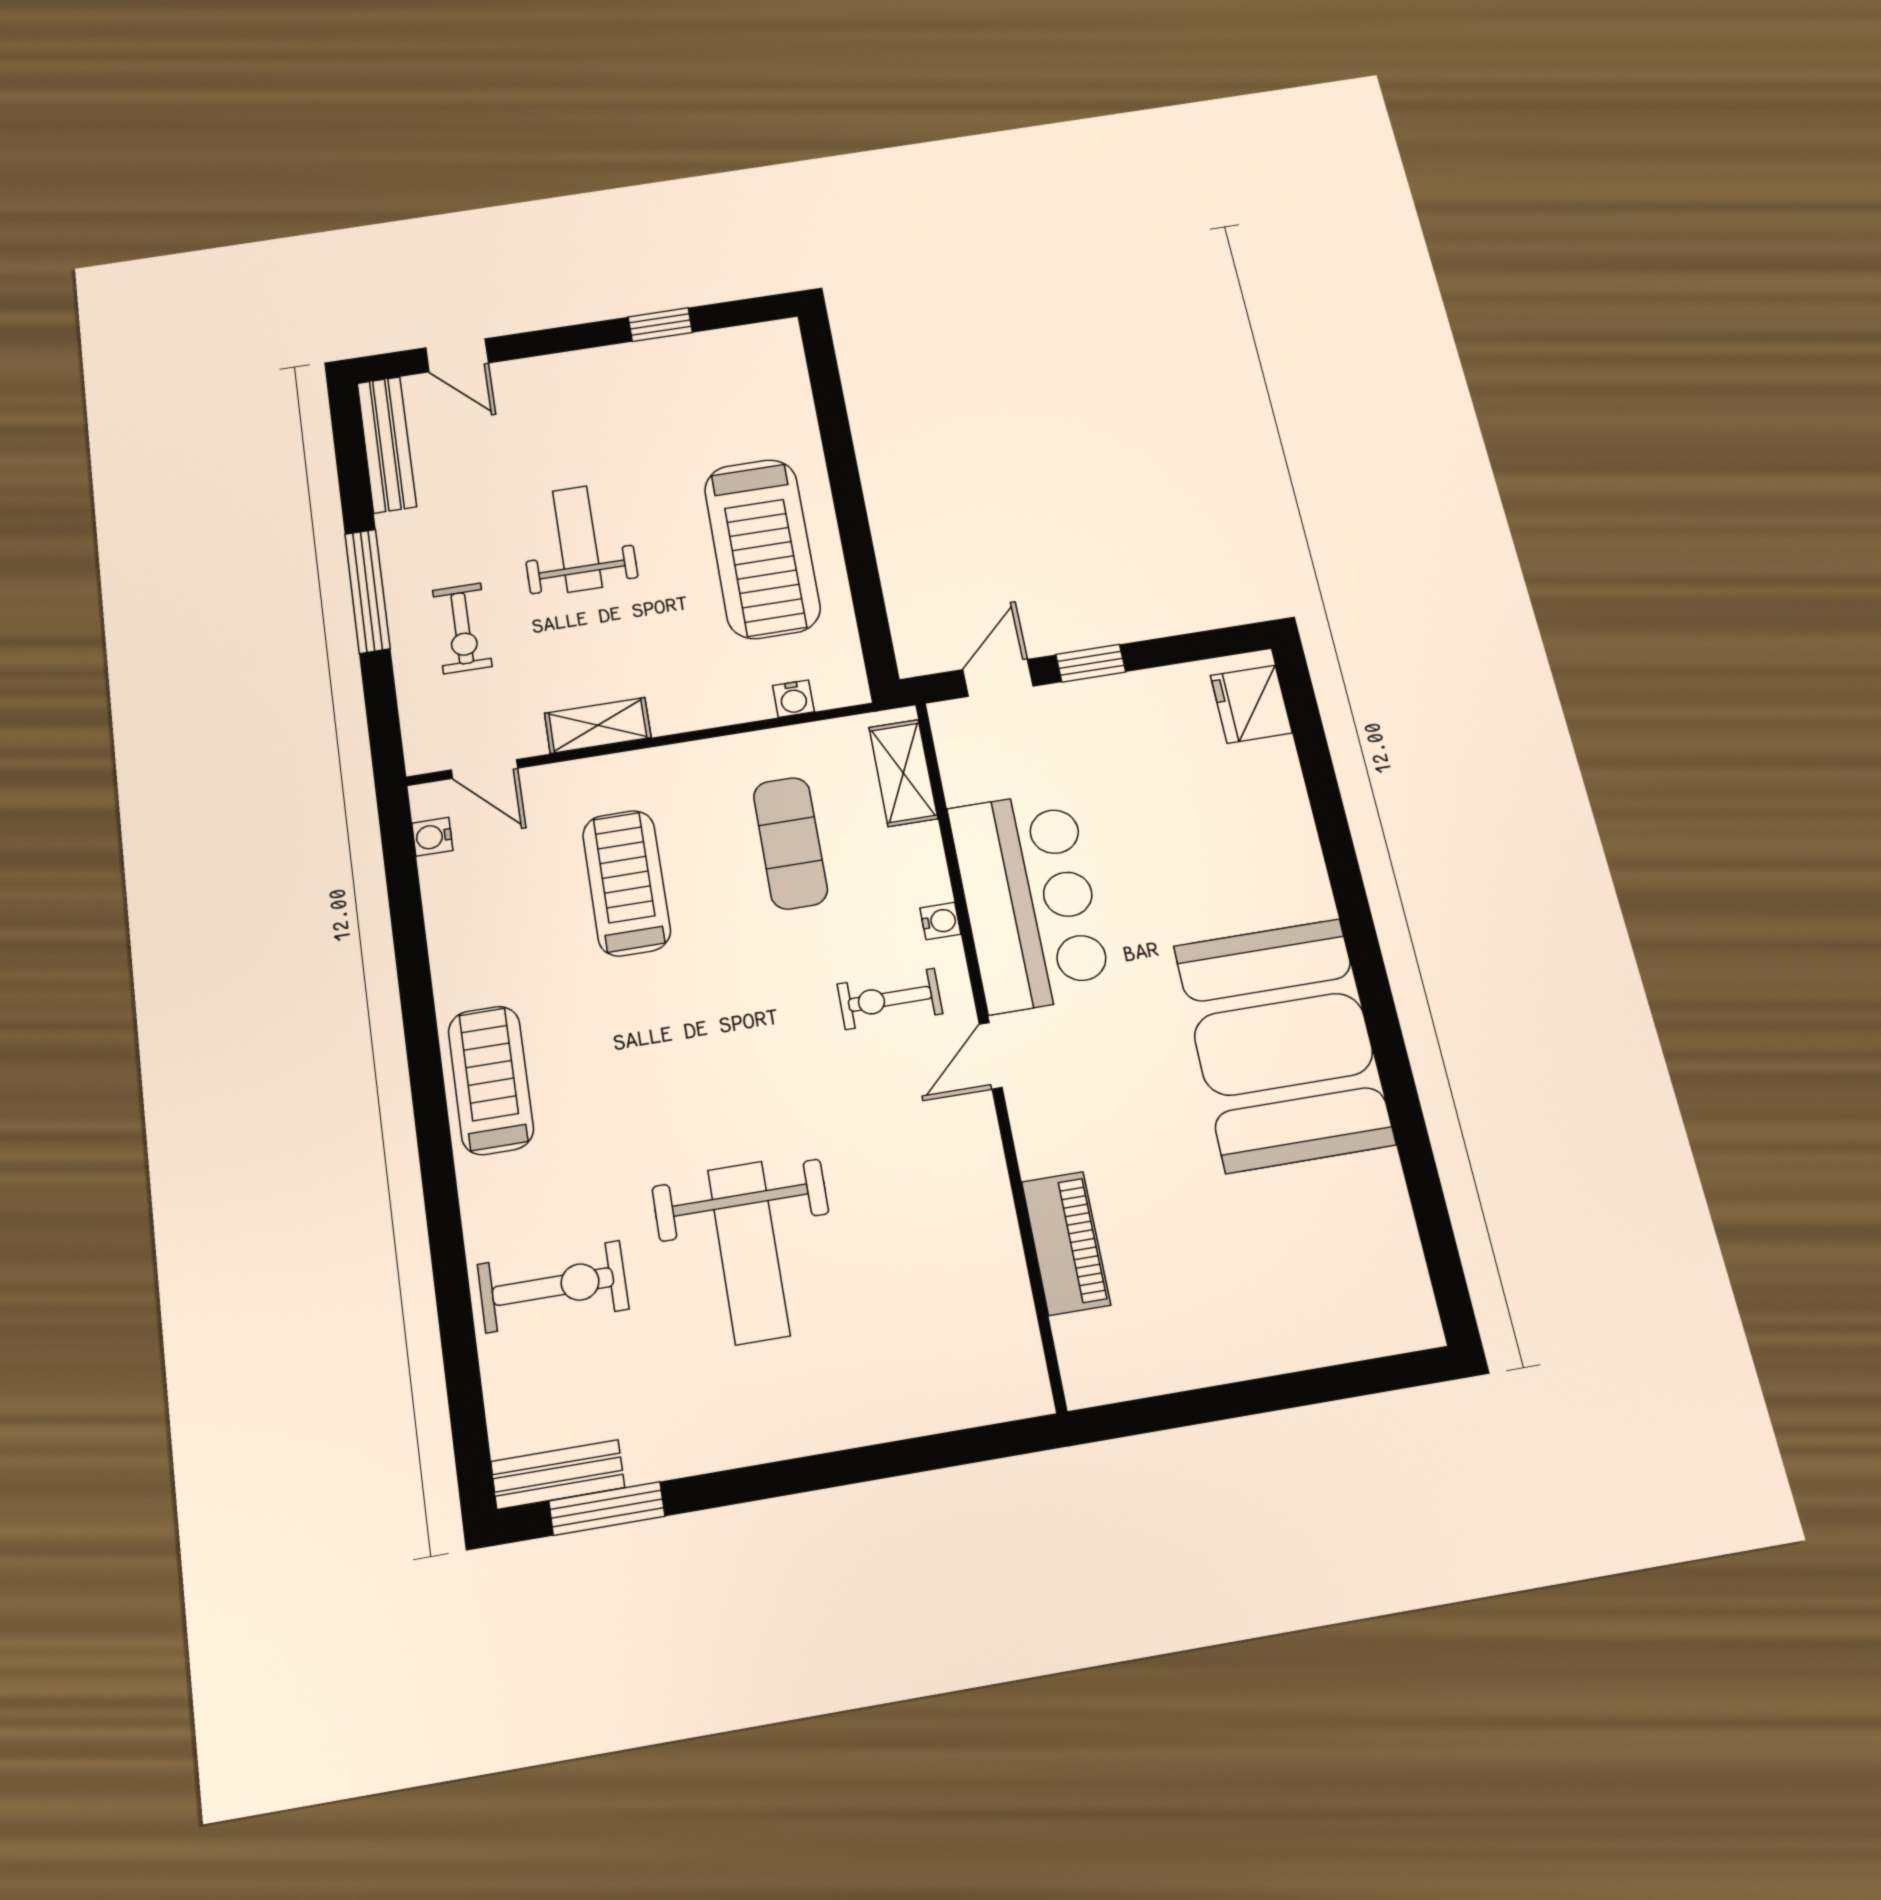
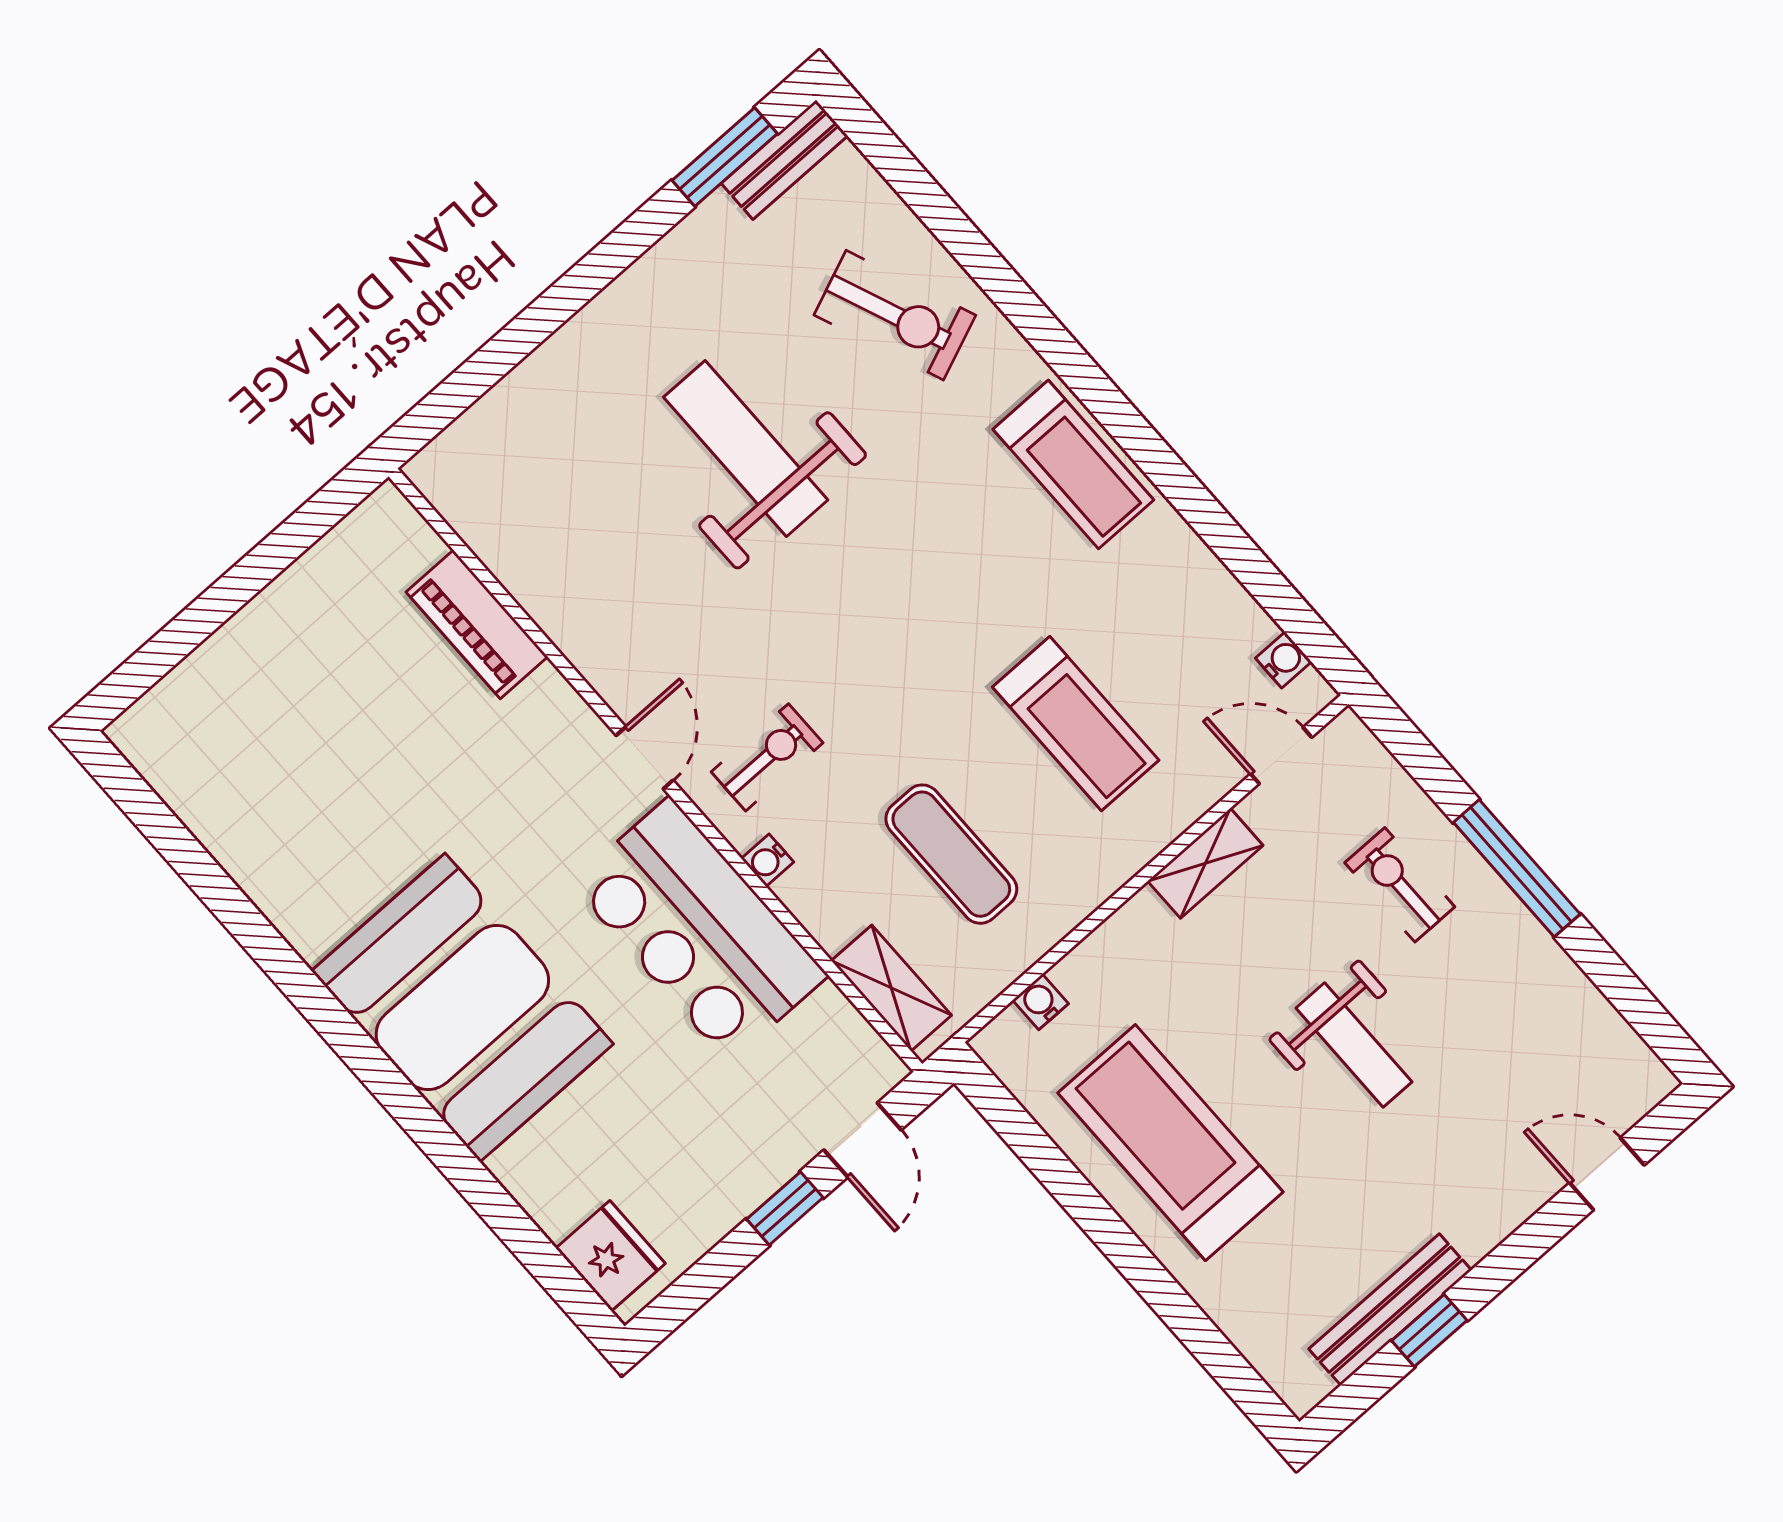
bench: (387, 445) -> (1390, 1310), moved, turned 90
booth: (1283, 1044) -> (462, 1007), moved
exercise bike: (553, 1287) -> (895, 315), turned -112

